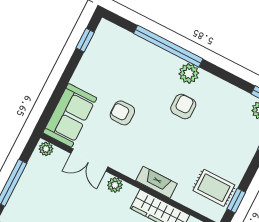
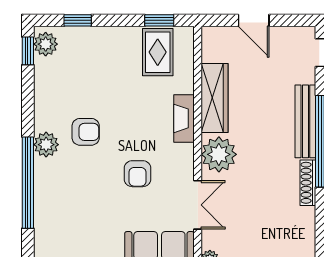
armchair: (183, 106) -> (86, 132), turned 180
armchair: (122, 113) -> (137, 174), moved
plant: (115, 185) -> (219, 154), width x1.88, depth x1.88

